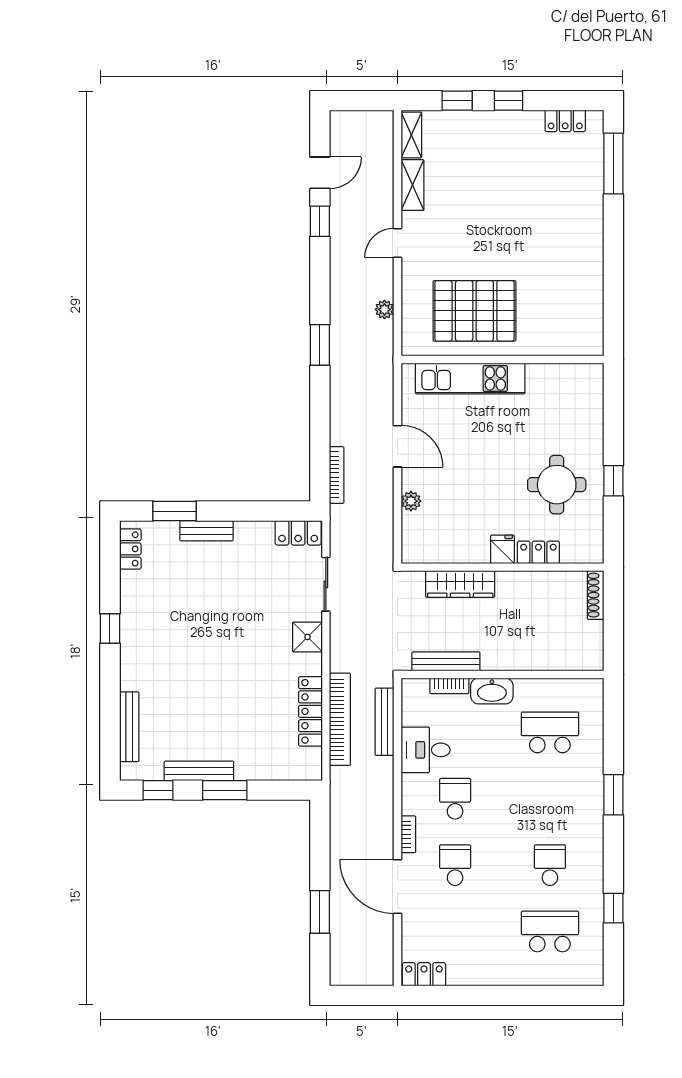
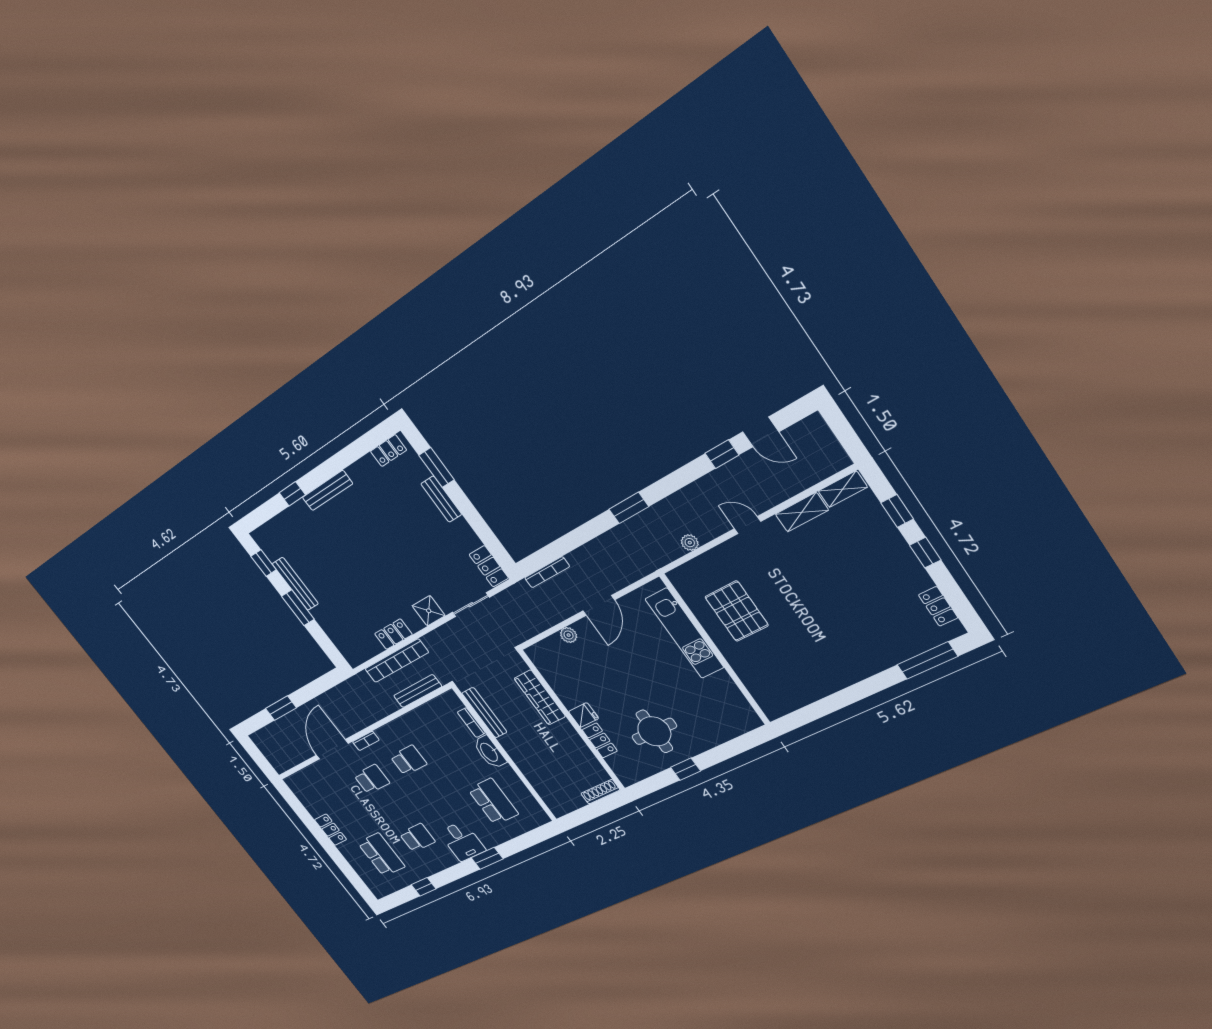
pallet: (474, 311) -> (737, 611), width x0.73, depth x0.71
window: (110, 628) -> (292, 494), moved
locker: (310, 711) -> (393, 634), width x0.66
bench: (129, 727) -> (327, 491), moved
desk: (426, 750) -> (462, 841), moved, turned 180
locker: (424, 974) -> (331, 830), moved

